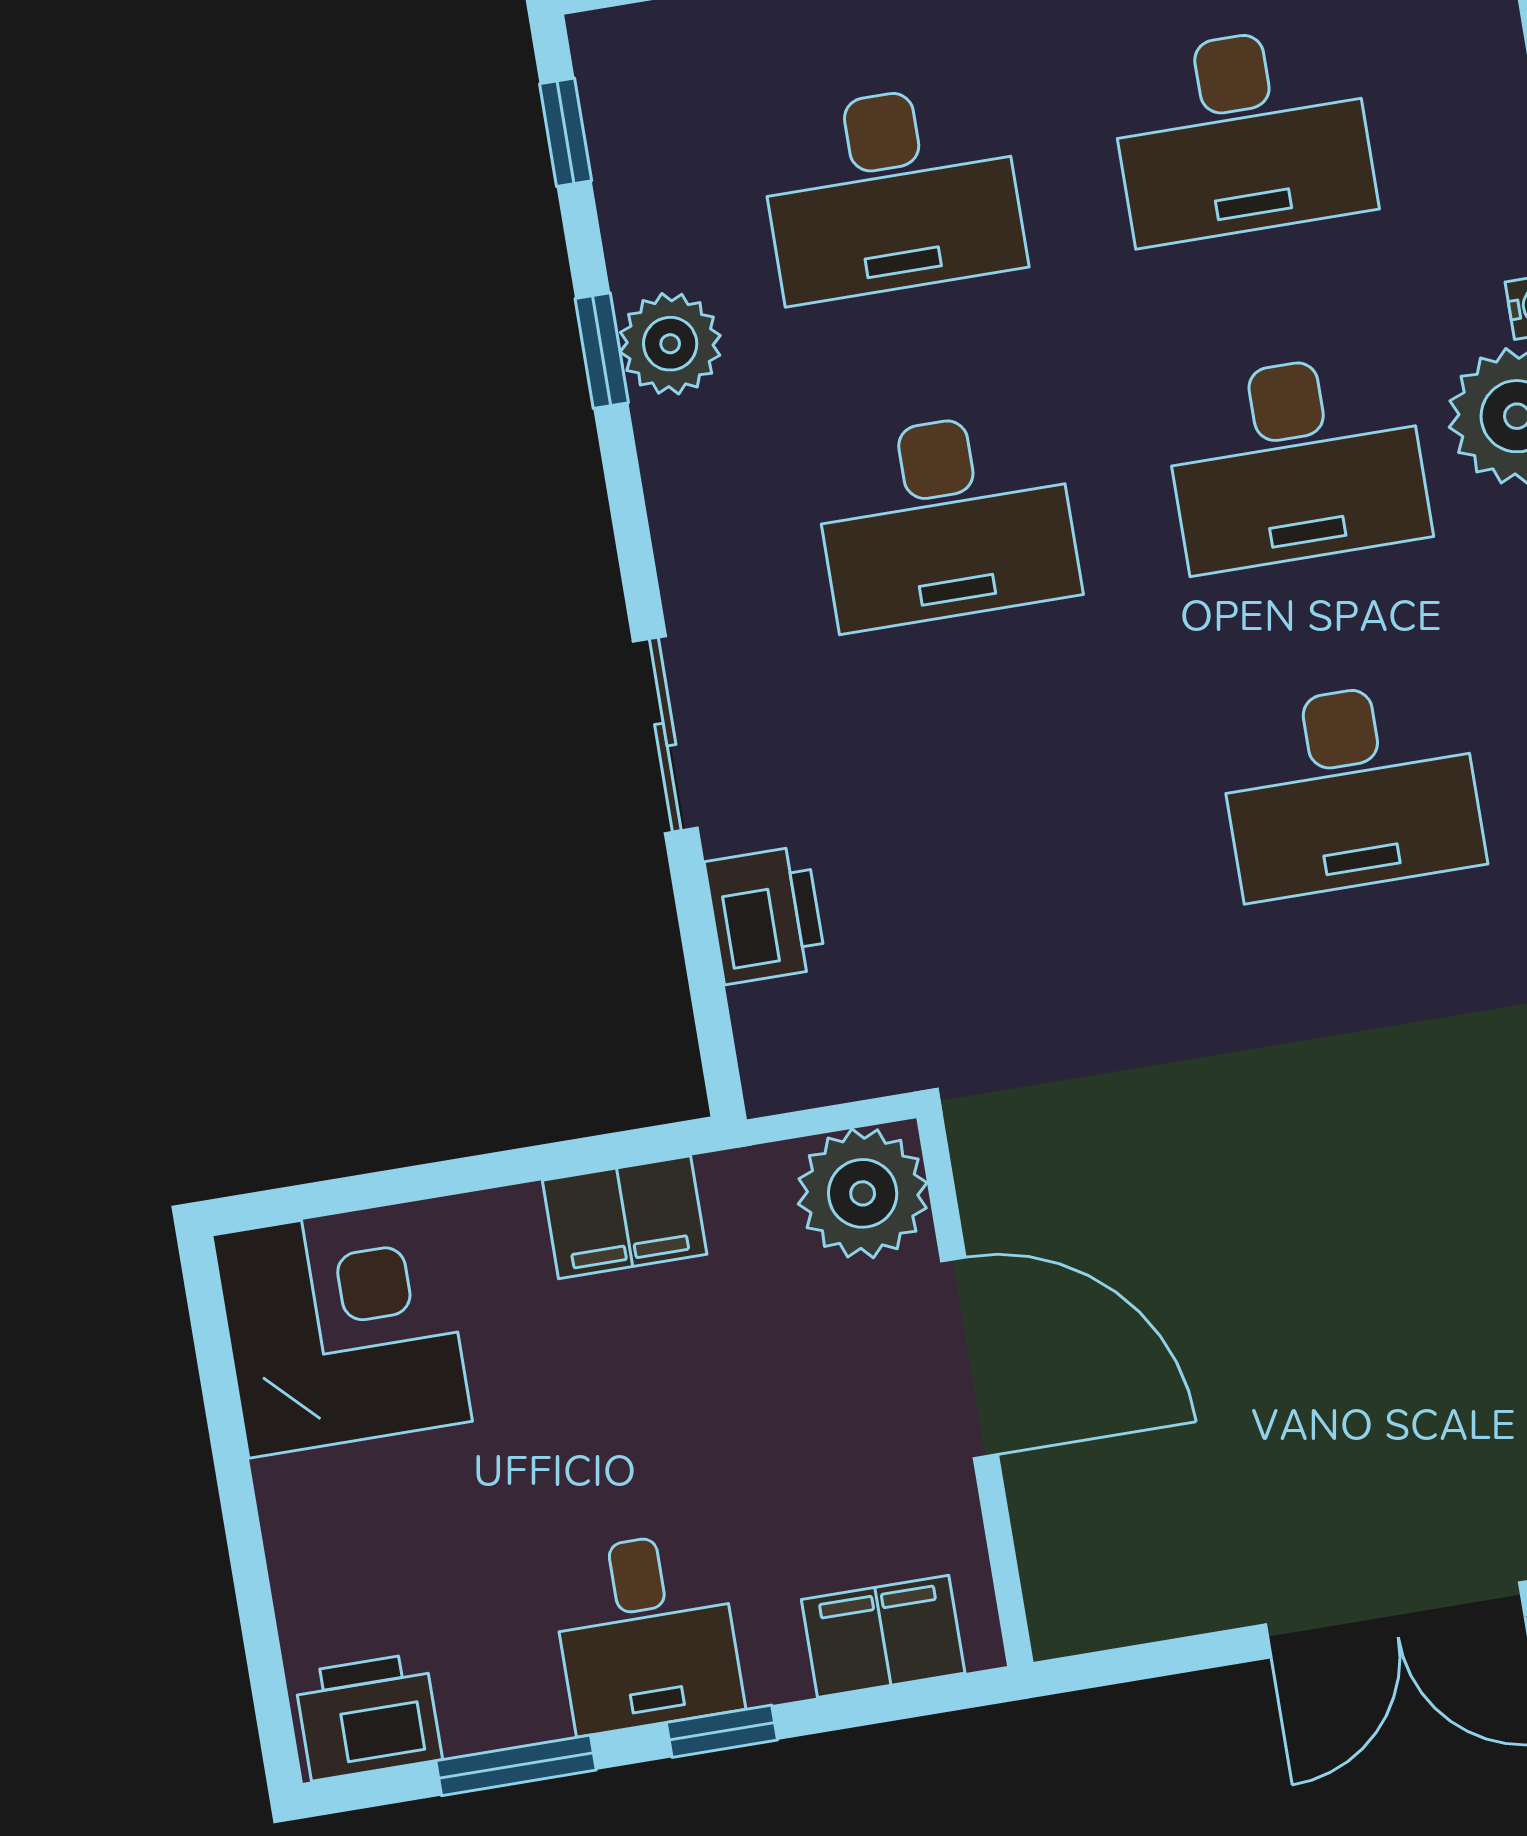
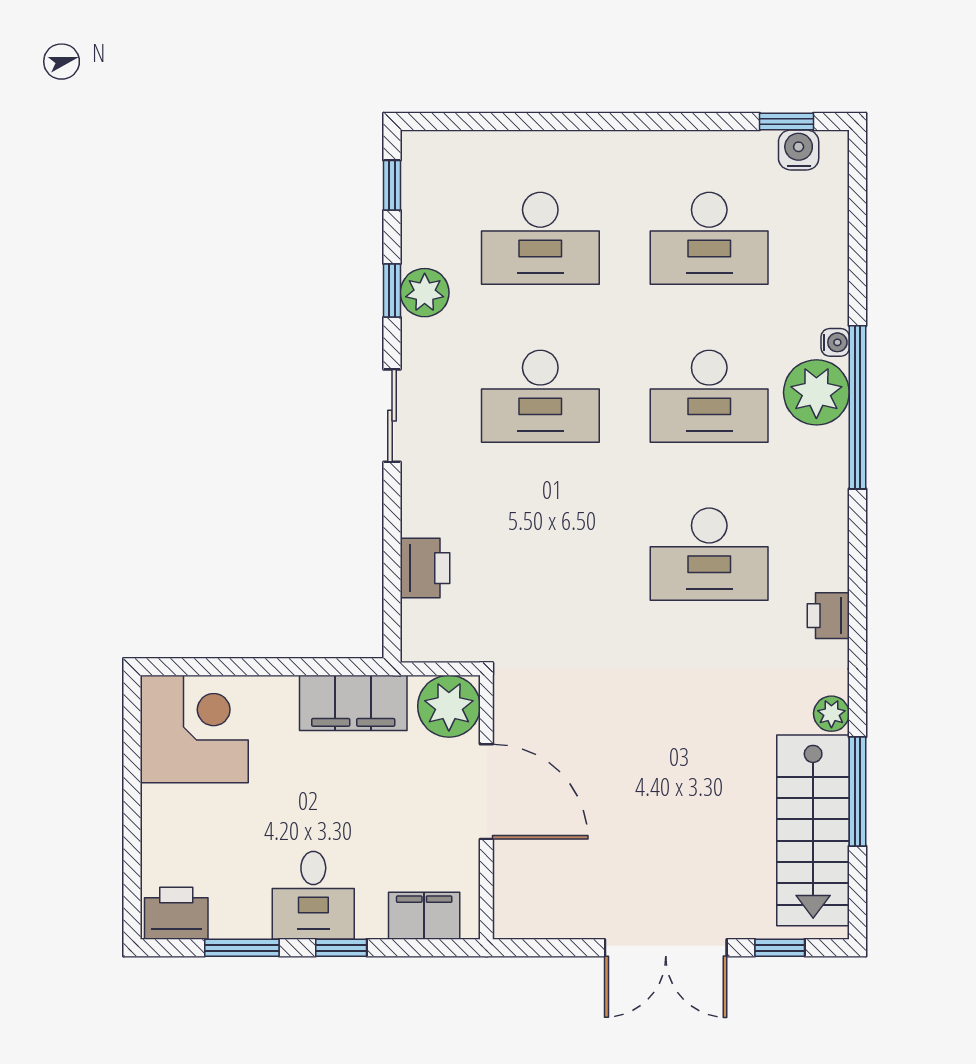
sliding door: (665, 735) -> (392, 416), moved
filing cabinet: (625, 1217) -> (353, 703), width x1.50, depth x1.17

